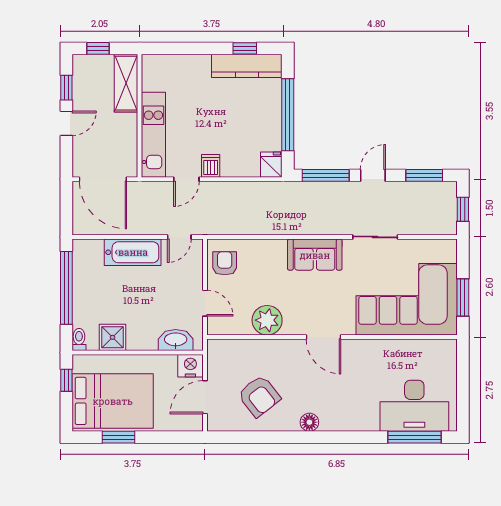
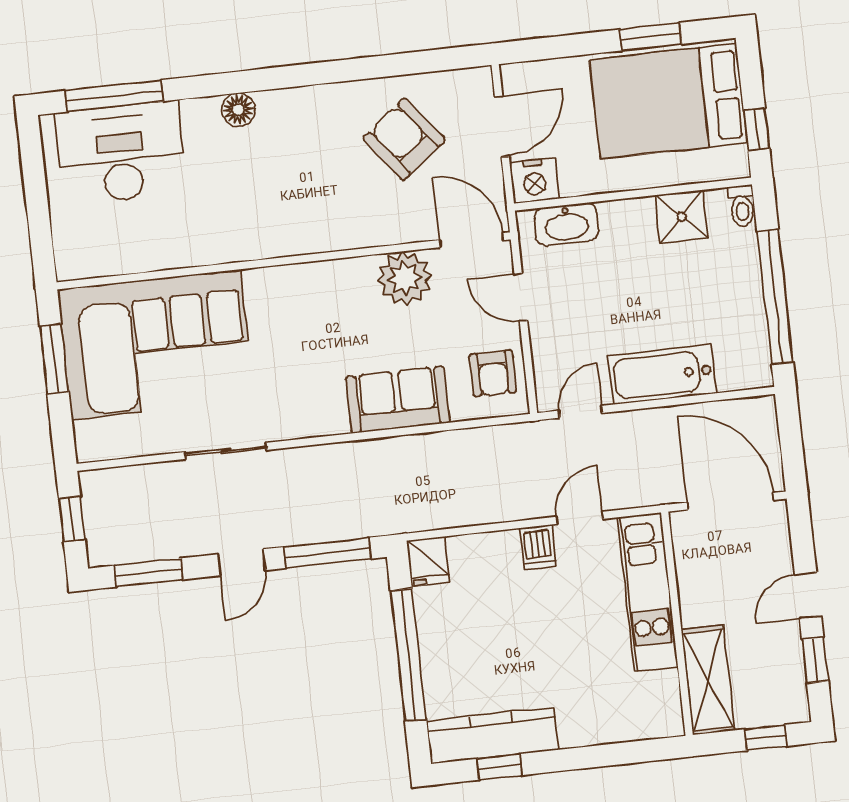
sofa: (315, 255) -> (398, 400), moved
door: (323, 337) -> (471, 240), moved
floor lamp: (309, 422) -> (238, 110), moved

